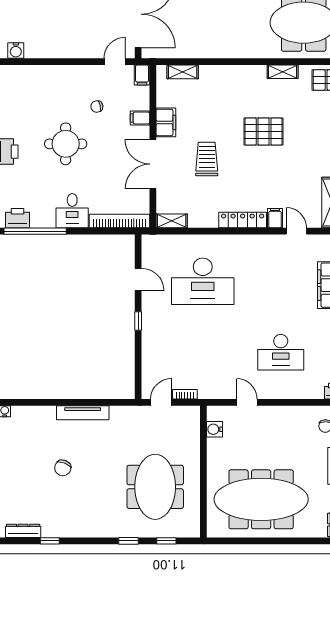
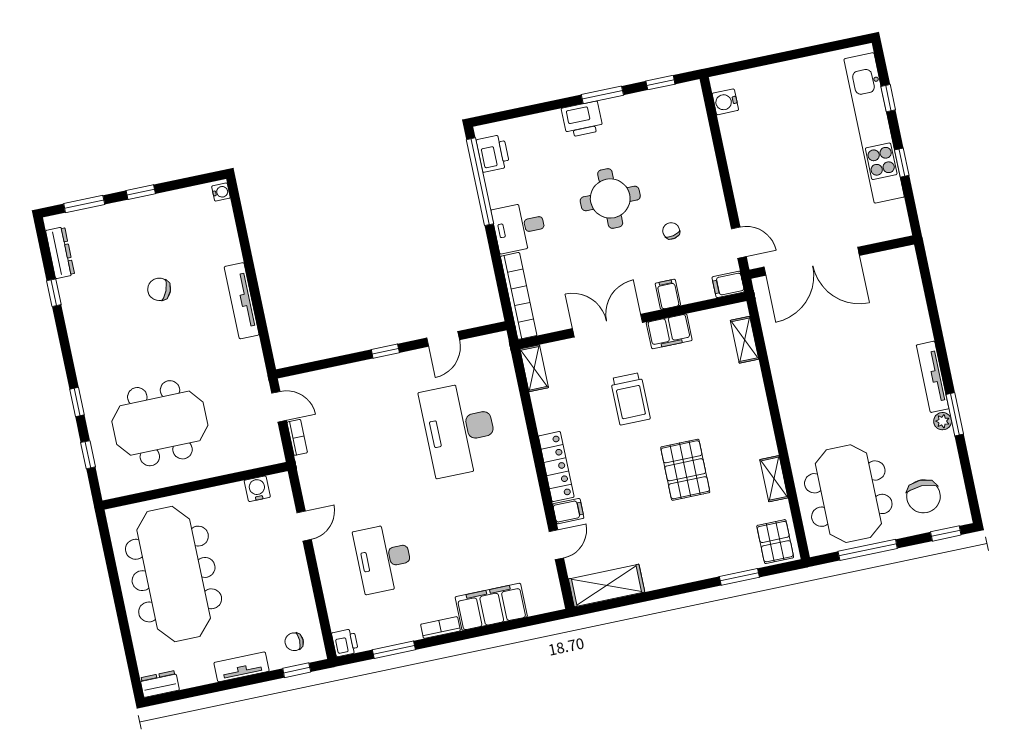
trolley: (207, 159) -> (630, 399), turned 90

